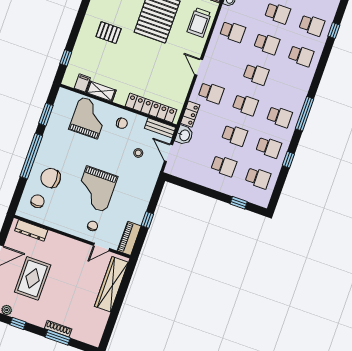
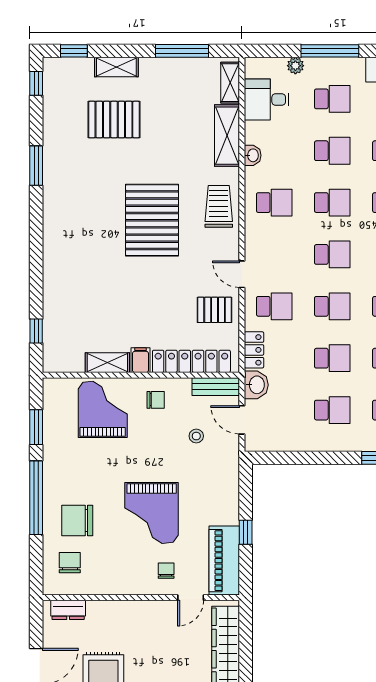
trolley: (199, 22) -> (219, 206), turned 180
pallet: (109, 33) -> (215, 310), moved
filing cabinet: (82, 83) -> (140, 360), moved
dresser: (31, 230) -> (68, 610), width x0.70
piano: (129, 238) -> (224, 561), width x1.37, depth x1.33

